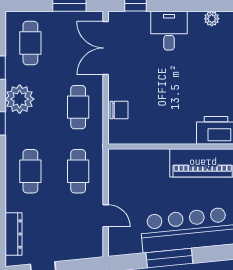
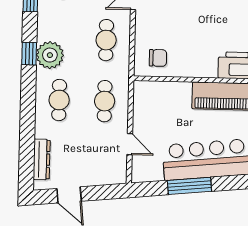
plant: (20, 99) -> (50, 55), moved
chair: (119, 110) -> (158, 58), moved

